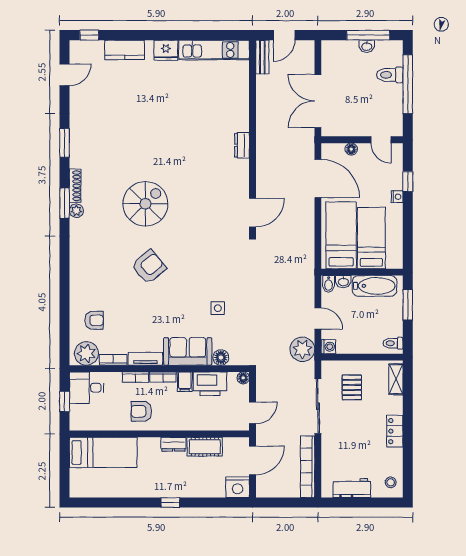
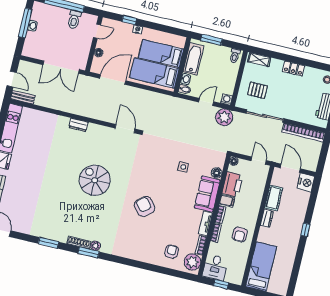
toilet: (390, 75) -> (74, 20), moved
spiral stairs: (145, 204) -> (95, 180), moved

